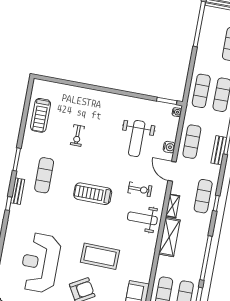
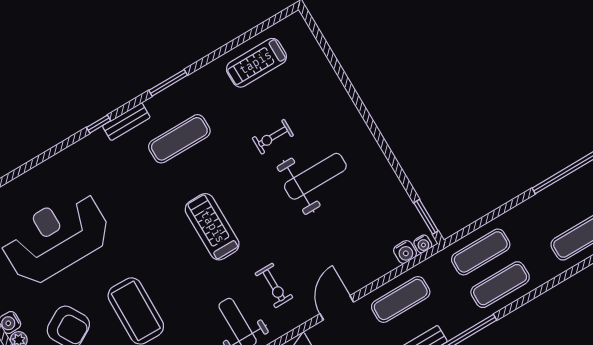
weight bench: (137, 139) -> (315, 176), moved, turned 180
water cooler: (169, 147) -> (405, 252), moved

